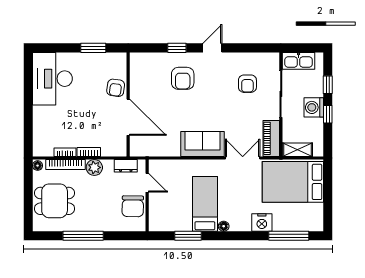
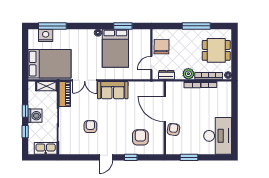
armchair: (183, 78) -> (140, 137), moved
armchair: (247, 84) -> (90, 127), moved
door: (147, 183) -> (151, 63), hinge flipped
bed: (205, 204) -> (115, 48), width x1.50
nightstand: (262, 222) -> (46, 35), moved

